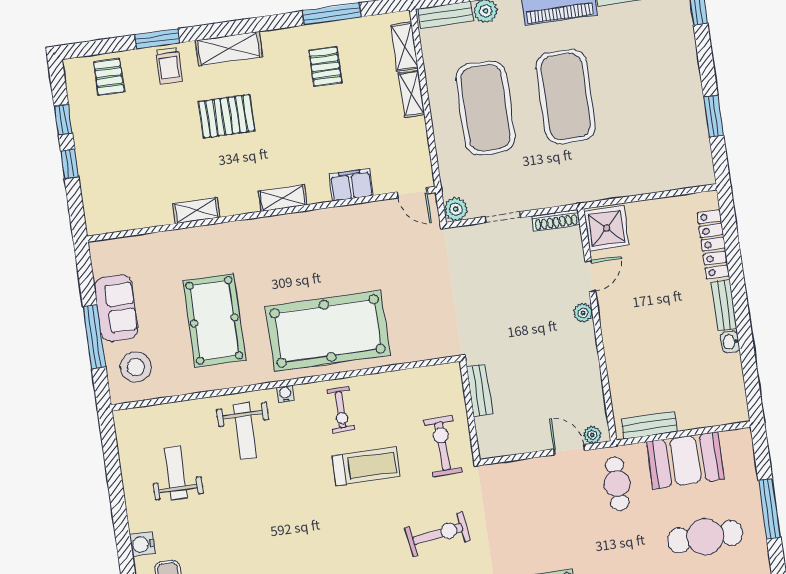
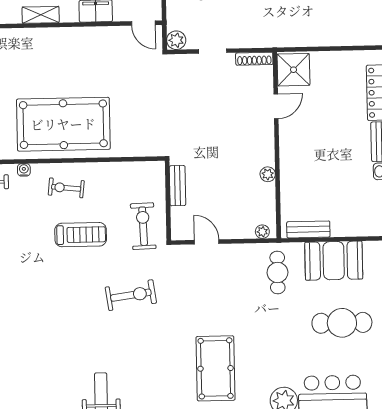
plant: (583, 313) -> (268, 174), moved
exercise bike: (341, 410) -> (66, 188), turned 96
door: (569, 450) -> (207, 242), moved

